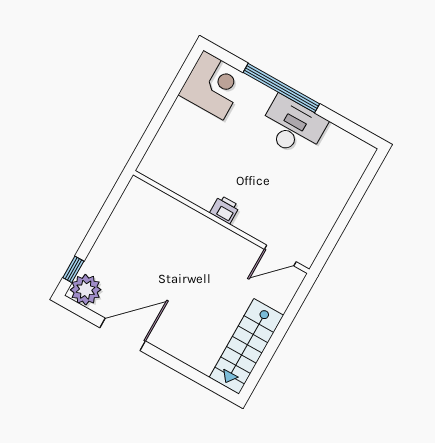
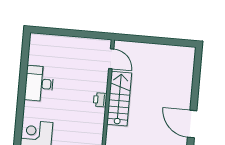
window: (281, 88) -> (21, 99), removed
stairs: (246, 346) -> (119, 99), moved, turned -90

